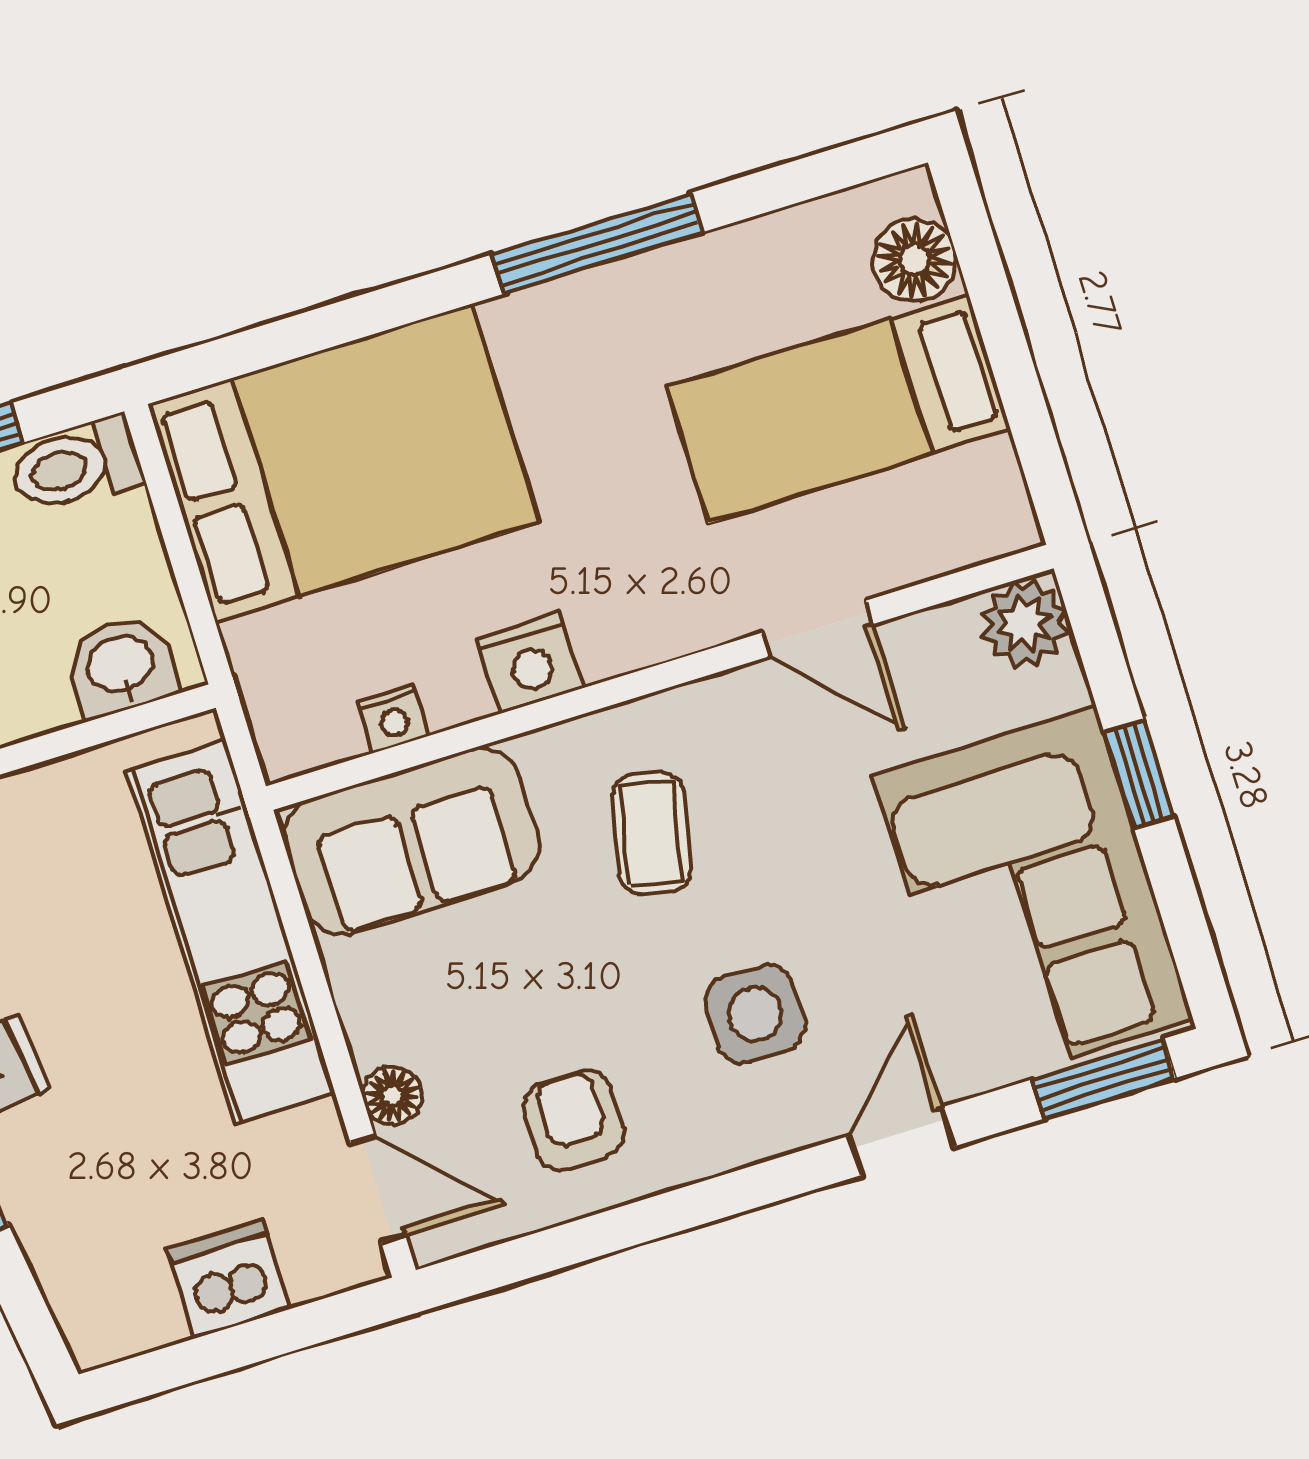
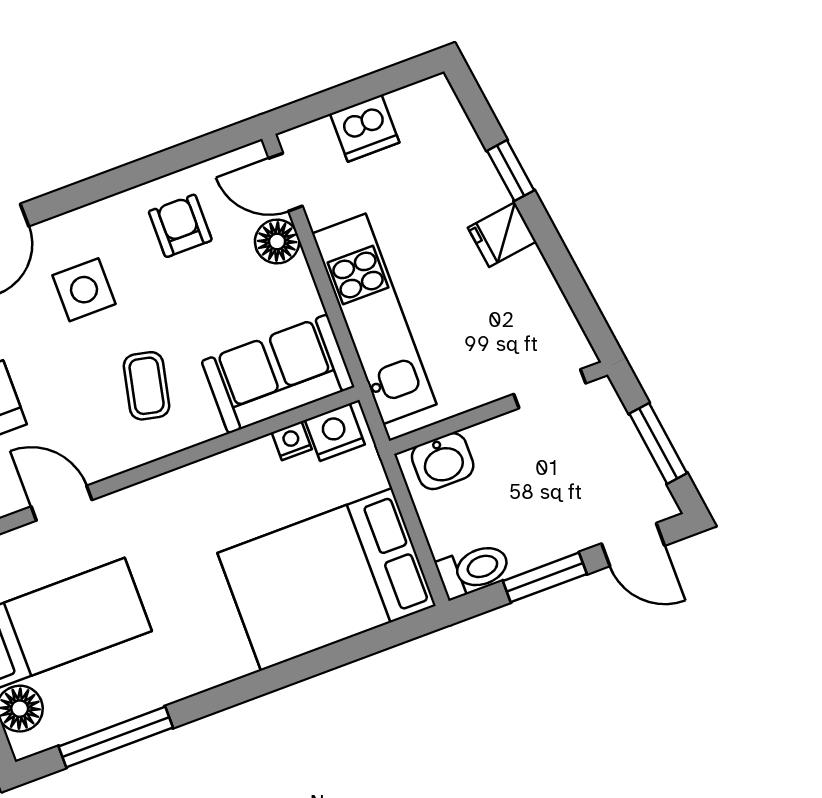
window: (598, 243) -> (116, 737), moved
nightstand: (530, 663) -> (335, 432), moved
floor lamp: (392, 1095) -> (277, 241), width x1.37, depth x1.37
armchair: (574, 1120) -> (180, 226), turned 180

